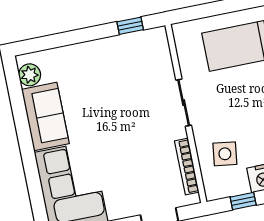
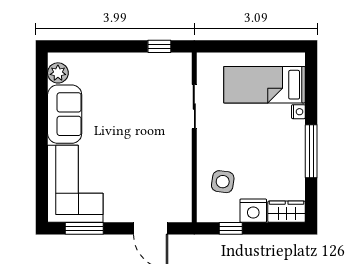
sliding door: (184, 103) -> (194, 107), moved
bookcase: (187, 167) -> (185, 186), removed

